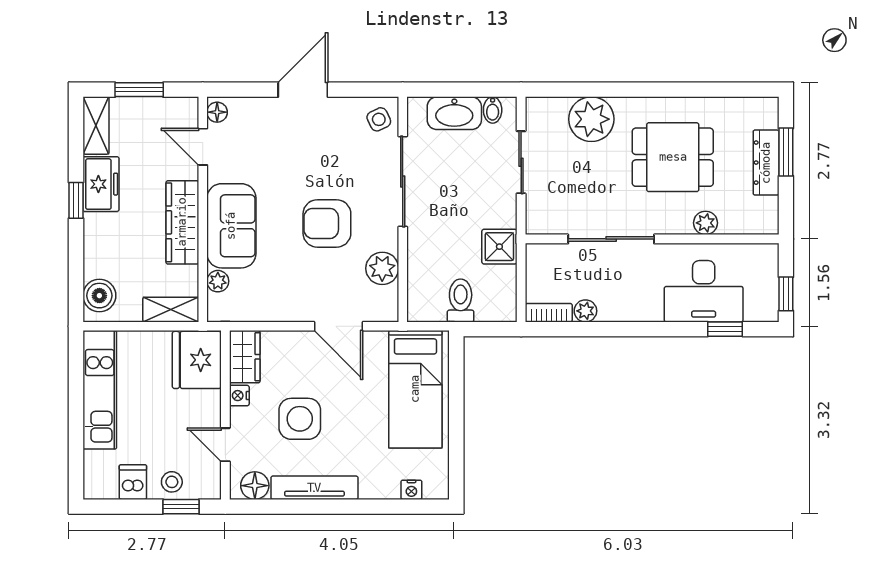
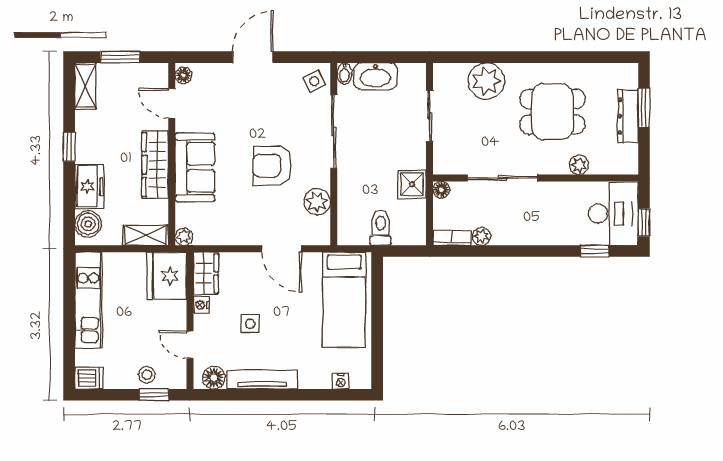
bidet: (493, 110) -> (344, 74), moved
freezer: (101, 184) -> (89, 186), moved
floor lamp: (536, 253) -> (441, 190), added
plant: (218, 281) -> (184, 237), moved
desk: (704, 291) -> (613, 214), moved, turned -90
side table: (300, 419) -> (250, 324), width x0.54, depth x0.54
dishwasher: (133, 482) -> (89, 378), moved, turned 90

